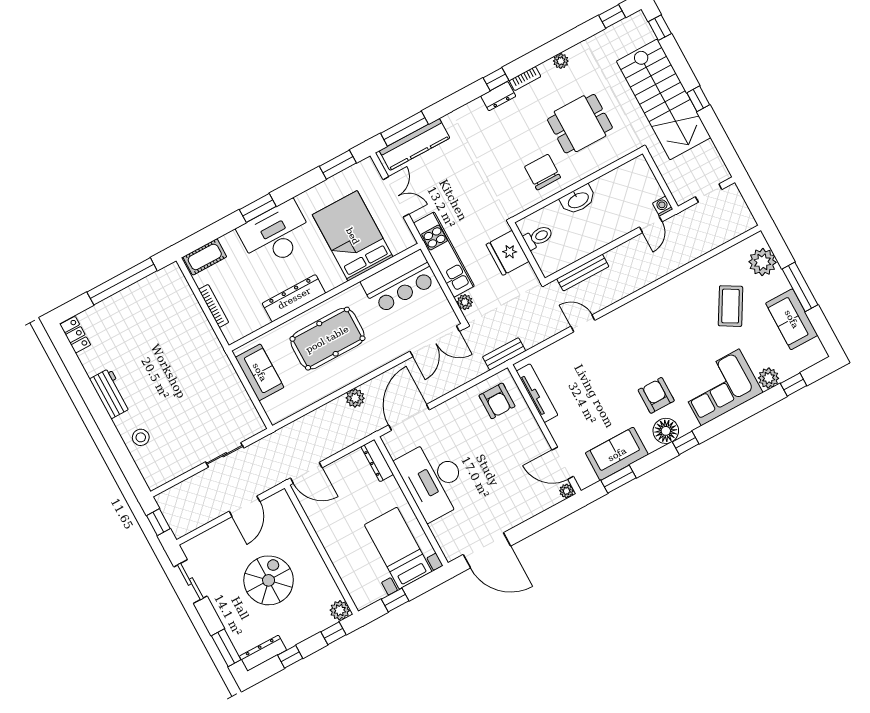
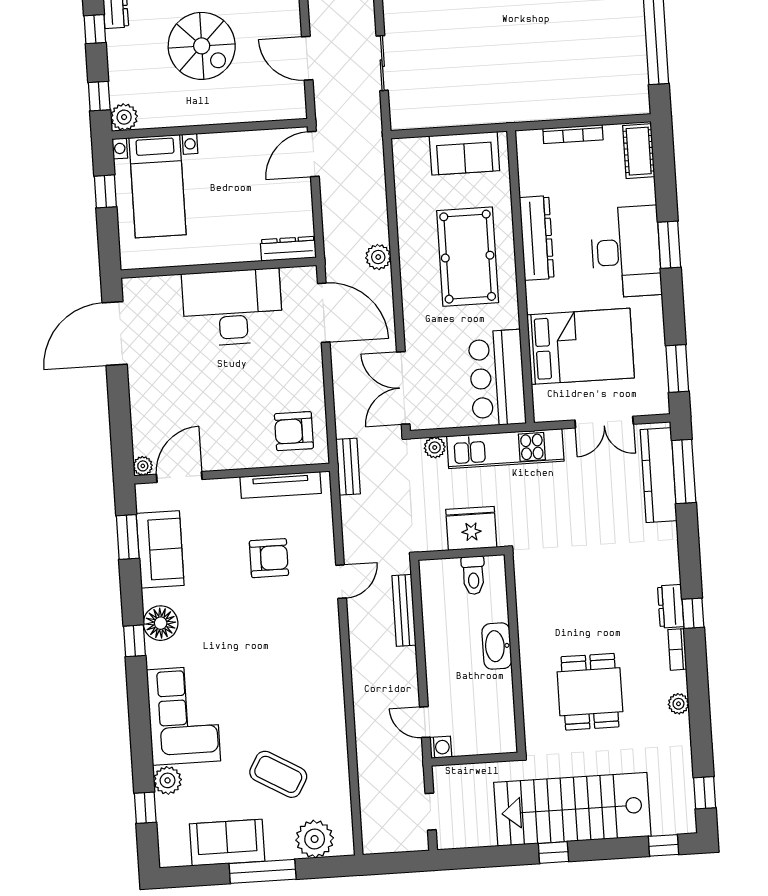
chair: (543, 172) -> (551, 618), removed
armchair: (656, 395) -> (269, 558), moved
bed with nightstands: (398, 548) -> (157, 186), moved, turned 90

